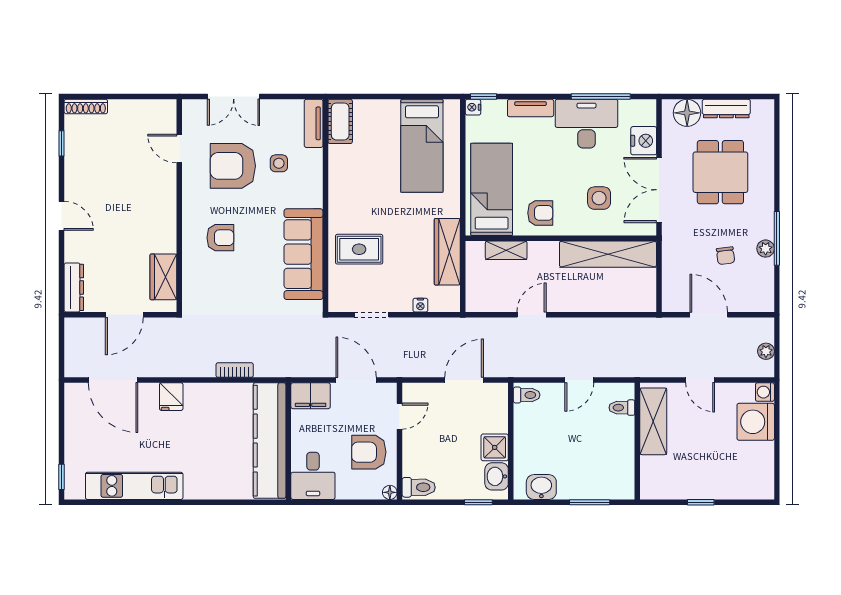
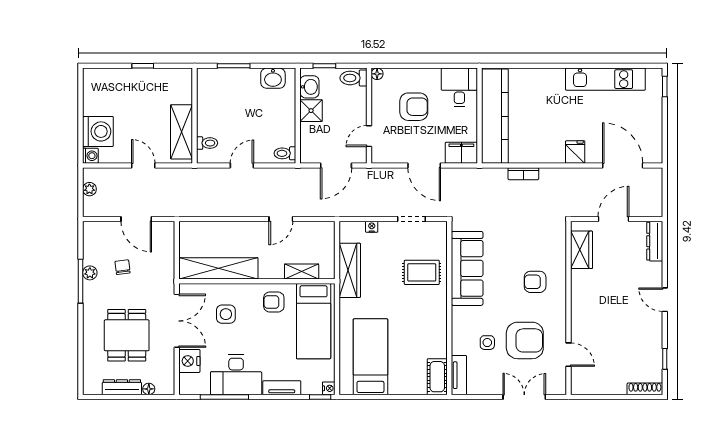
floor lamp: (687, 113) -> (149, 389), width x0.53, depth x0.53
door: (400, 416) -> (369, 136), moved
wall: (400, 441) -> (369, 116), moved
toilet: (419, 487) -> (354, 78), moved
floor lamp: (390, 492) -> (377, 74), moved

